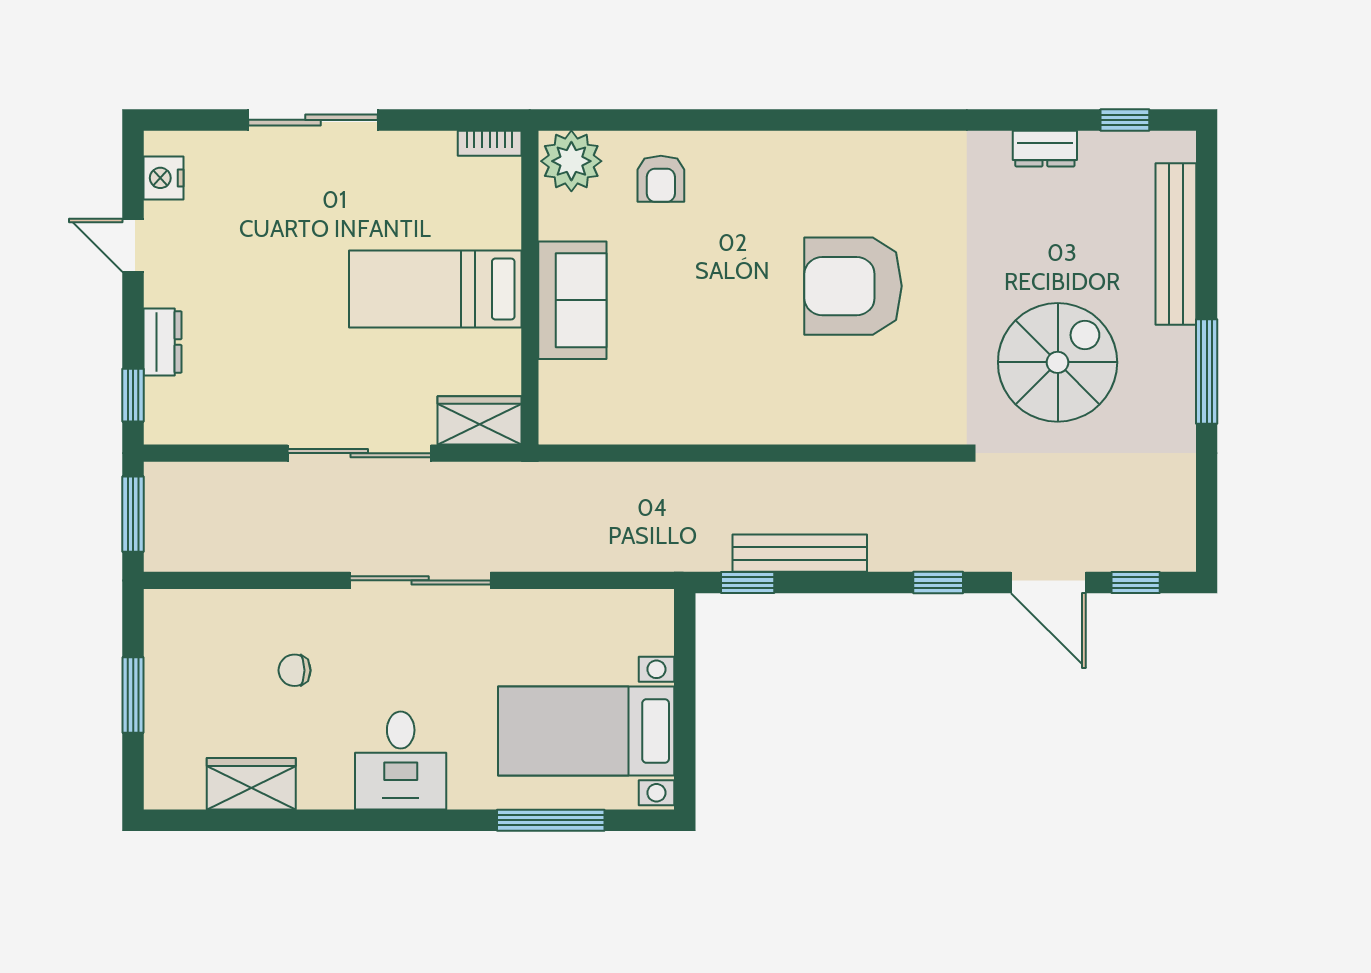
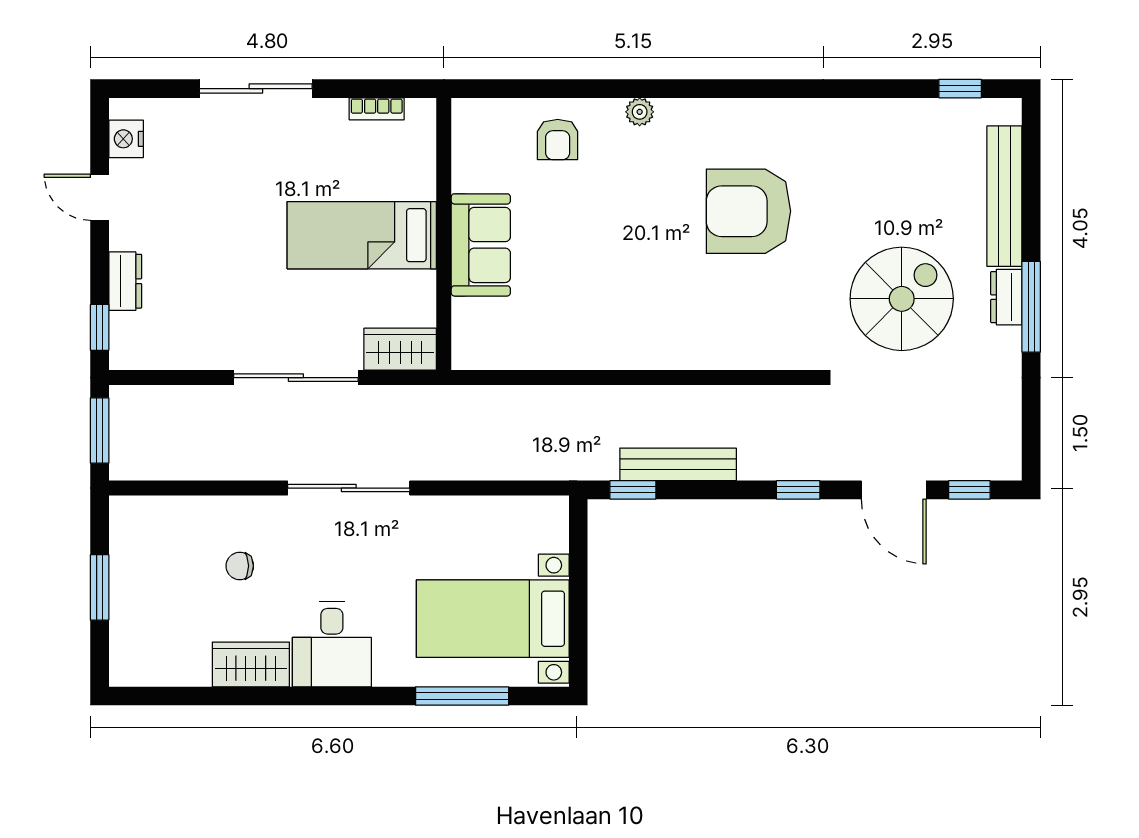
bookcase: (490, 143) -> (377, 109), moved
dresser: (1045, 149) -> (1006, 297), moved, turned 90
plant: (571, 161) -> (640, 112), moved, width x0.53, depth x0.53
armchair: (853, 286) -> (749, 211), moved
wardrobe: (251, 784) -> (251, 664), moved

